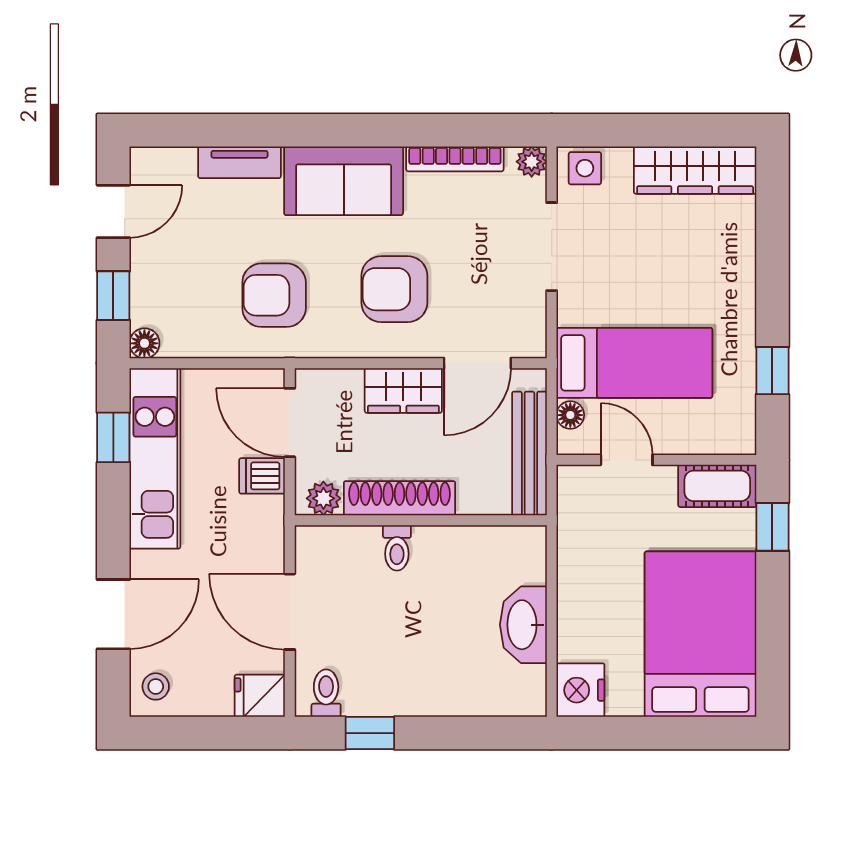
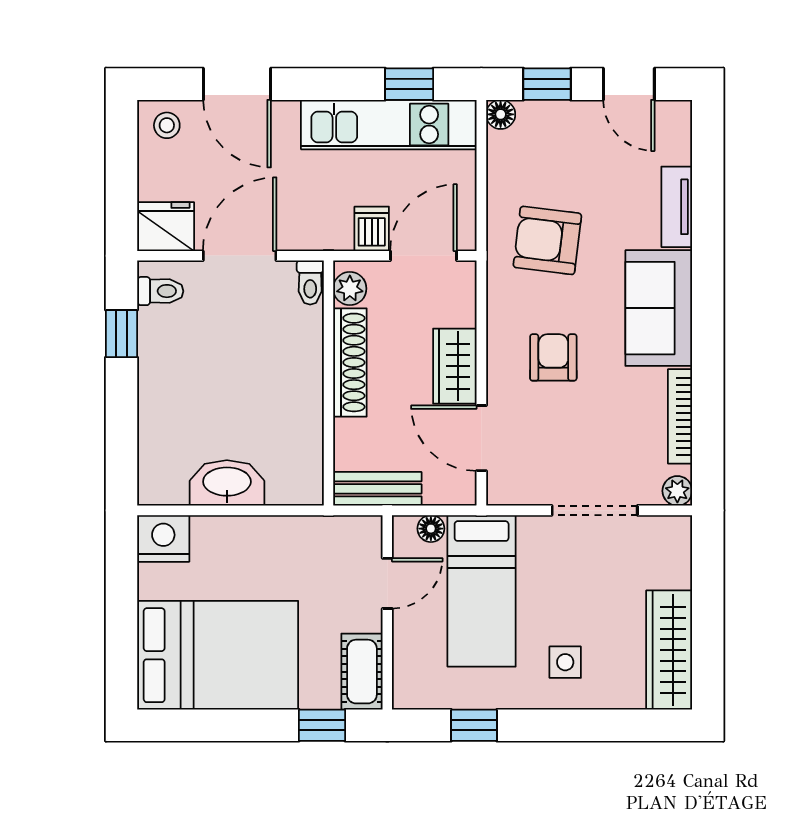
side table: (585, 168) -> (565, 662), moved
armchair: (394, 289) -> (553, 357), width x0.72, depth x0.72
armchair: (274, 295) -> (547, 240), turned -83
bench: (529, 453) -> (377, 489), width x0.73
toilet: (397, 548) -> (310, 283), moved, turned -90
fridge: (260, 696) -> (166, 227), width x1.38

